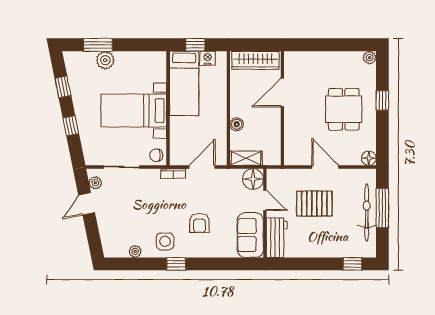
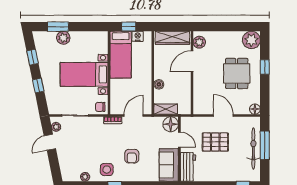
plant: (370, 58) -> (251, 40), width x1.88, depth x1.88
plant: (292, 66) -> (199, 42), added

